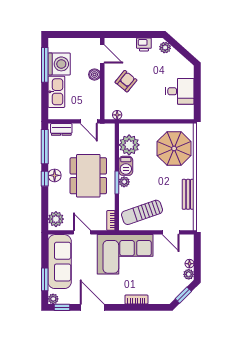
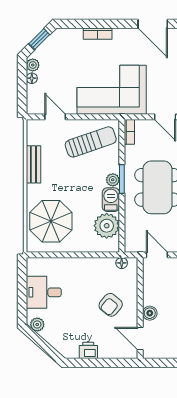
plant: (165, 48) -> (37, 325), moved

